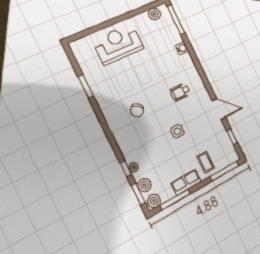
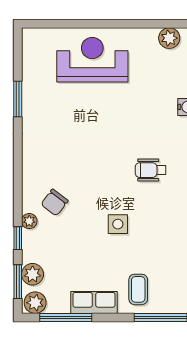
chair: (137, 111) -> (54, 203), moved
plant: (133, 167) -> (29, 221), moved

